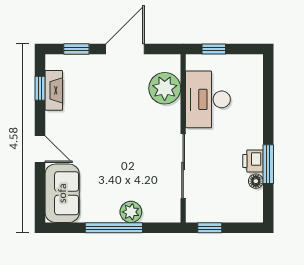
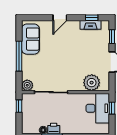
desk: (208, 99) -> (98, 108), moved, turned 90
sofa: (62, 193) -> (30, 39), moved, turned -90
plant: (131, 212) -> (27, 85), moved

